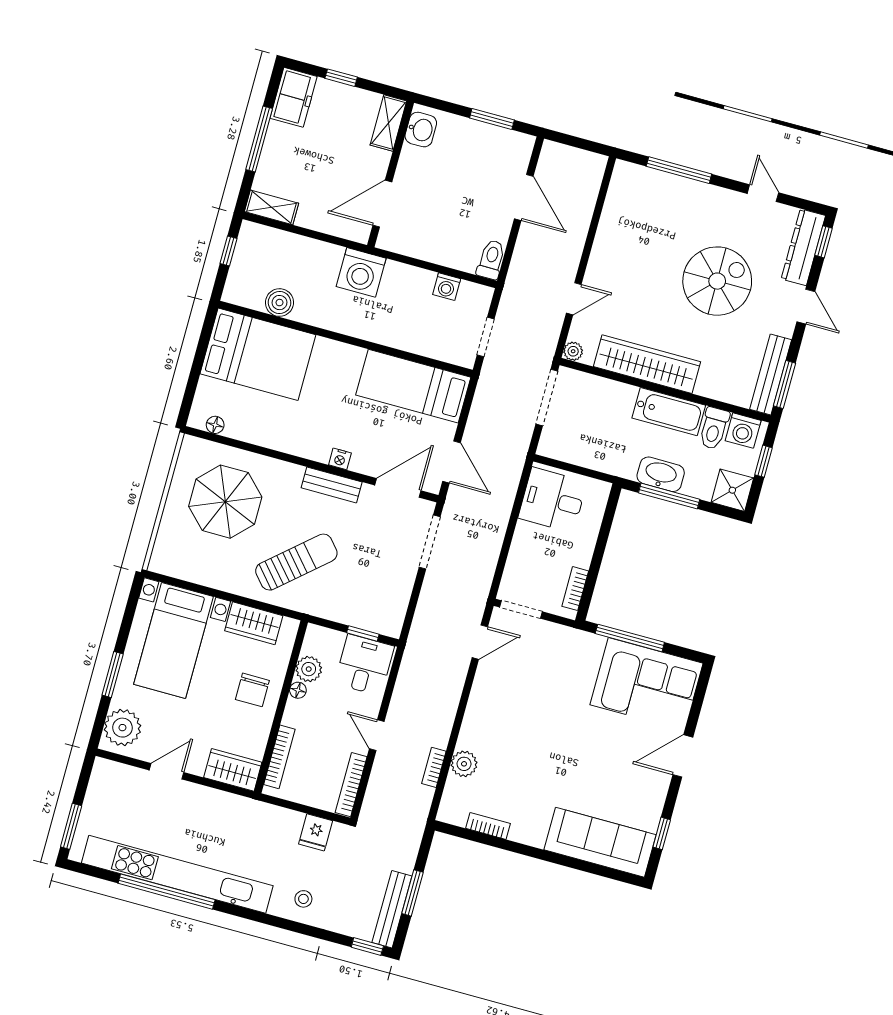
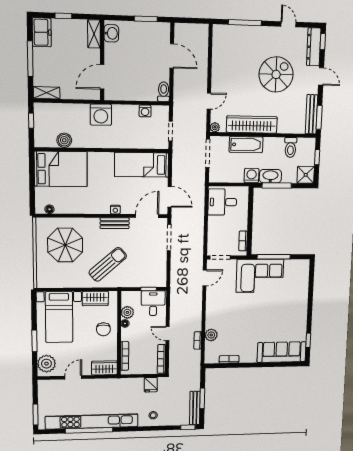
bathtub: (669, 412) -> (246, 145), moved
washing machine: (743, 431) -> (252, 176), moved, turned 180
corner sofa: (647, 684) -> (260, 276), moved
door: (683, 756) -> (310, 303), removed

